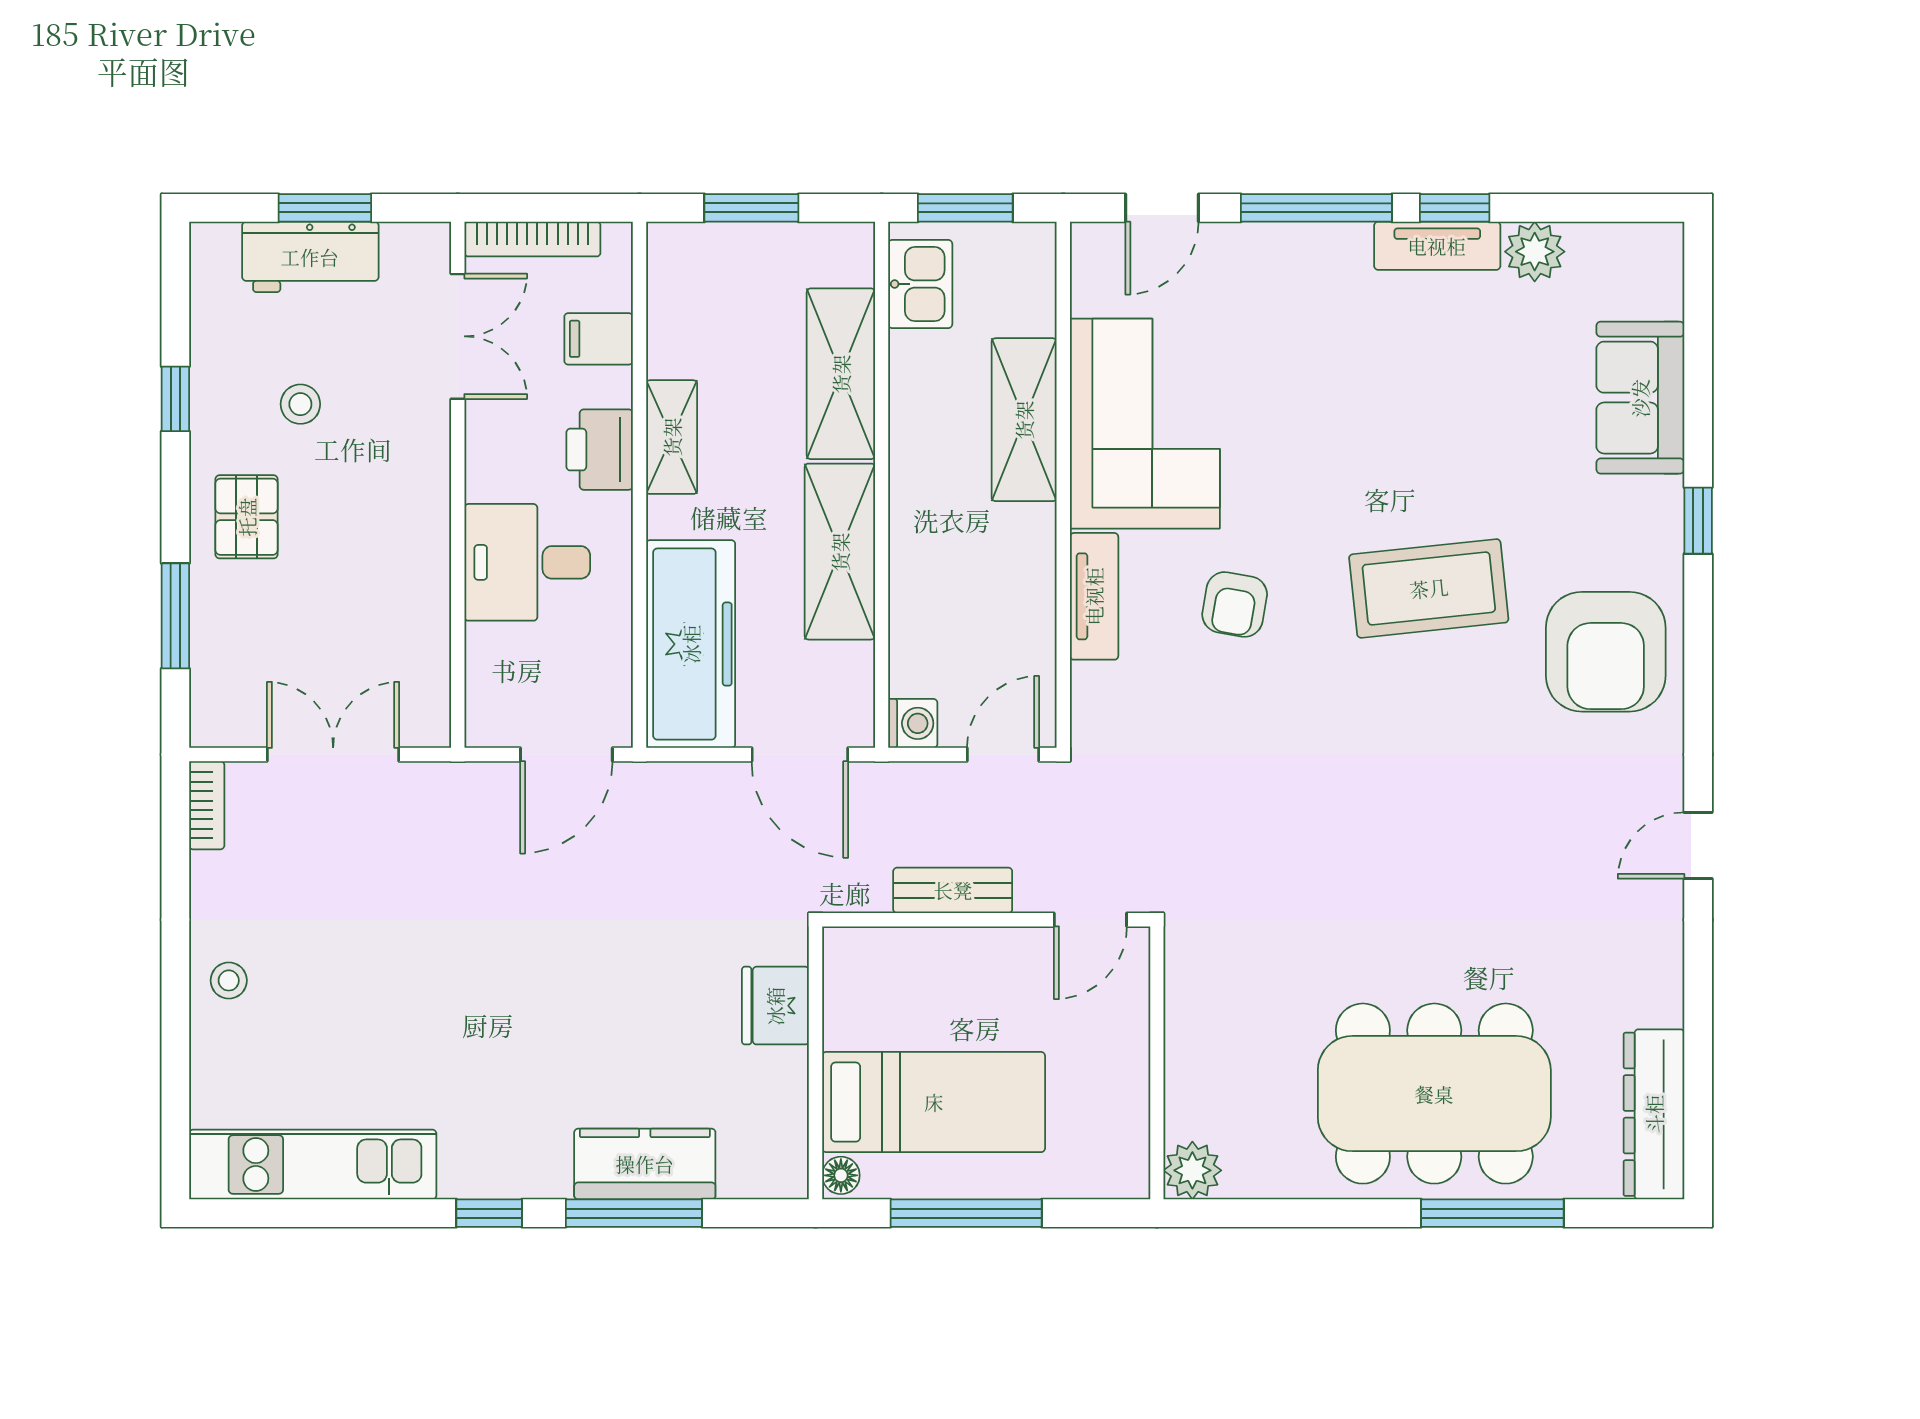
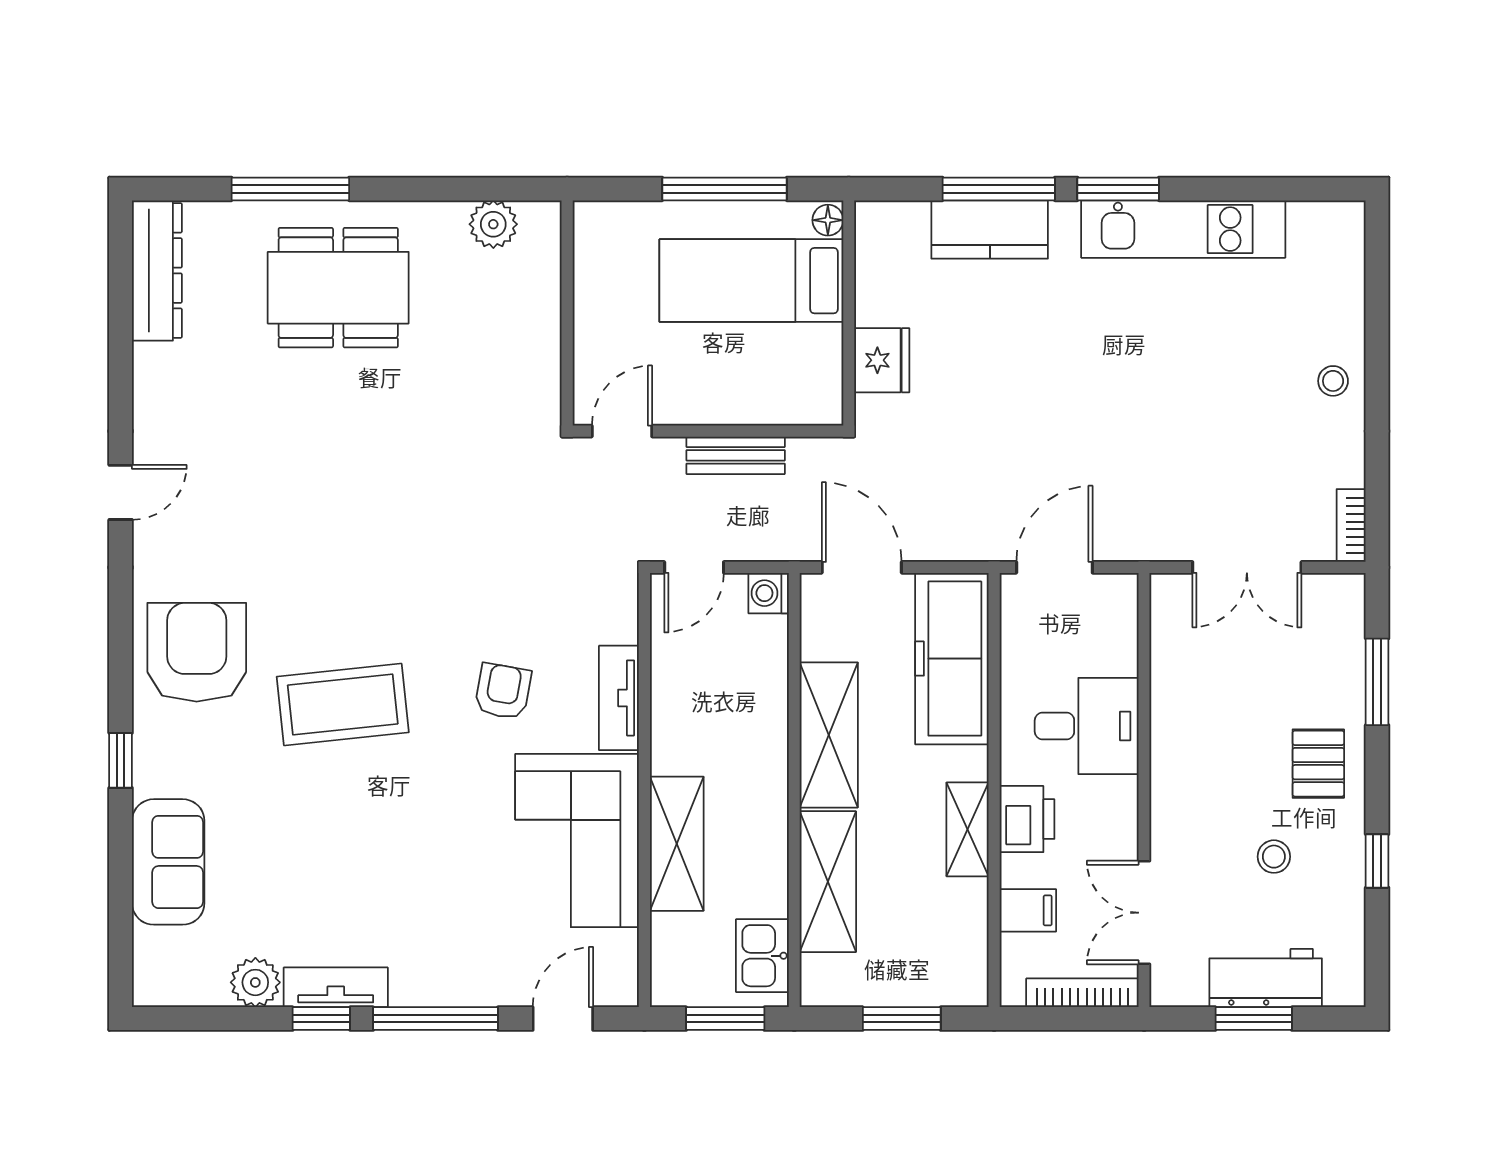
dining table: (1434, 1094) -> (338, 288), width x0.73, depth x0.80
kitchen unit: (313, 1165) -> (1183, 229), moved
plant: (1192, 1170) -> (493, 224), moved
window: (489, 1213) -> (1118, 189), width x1.50

